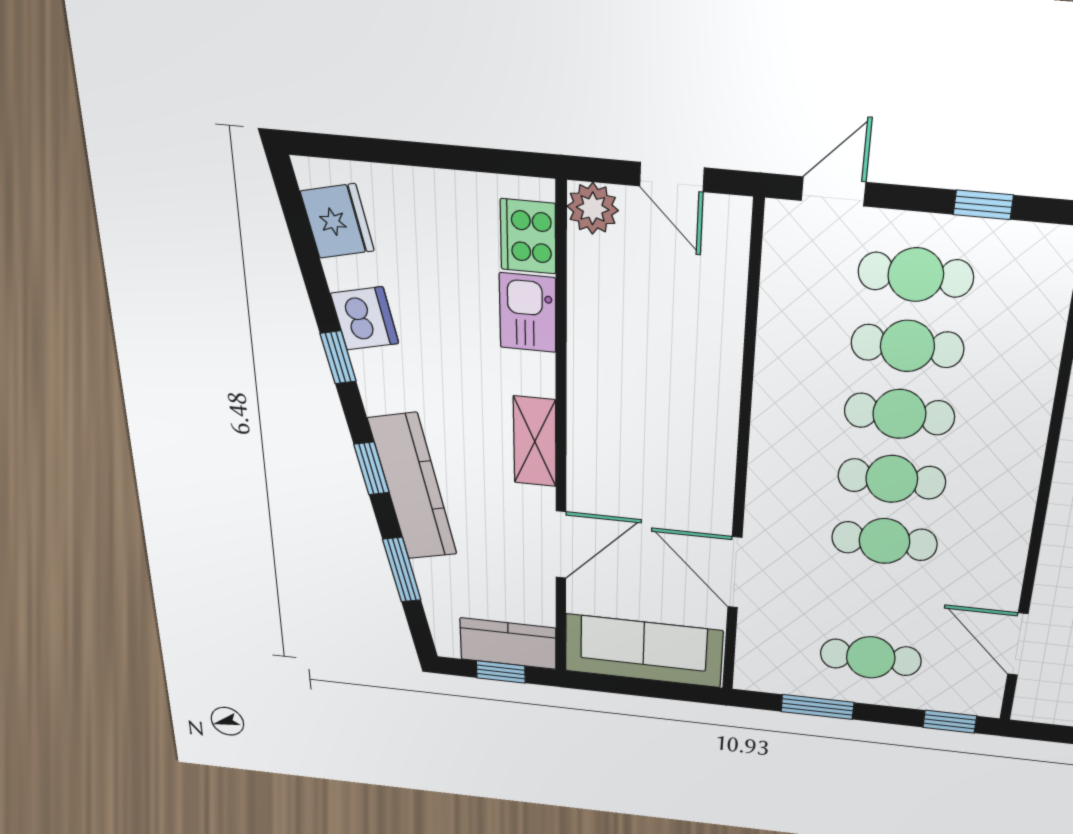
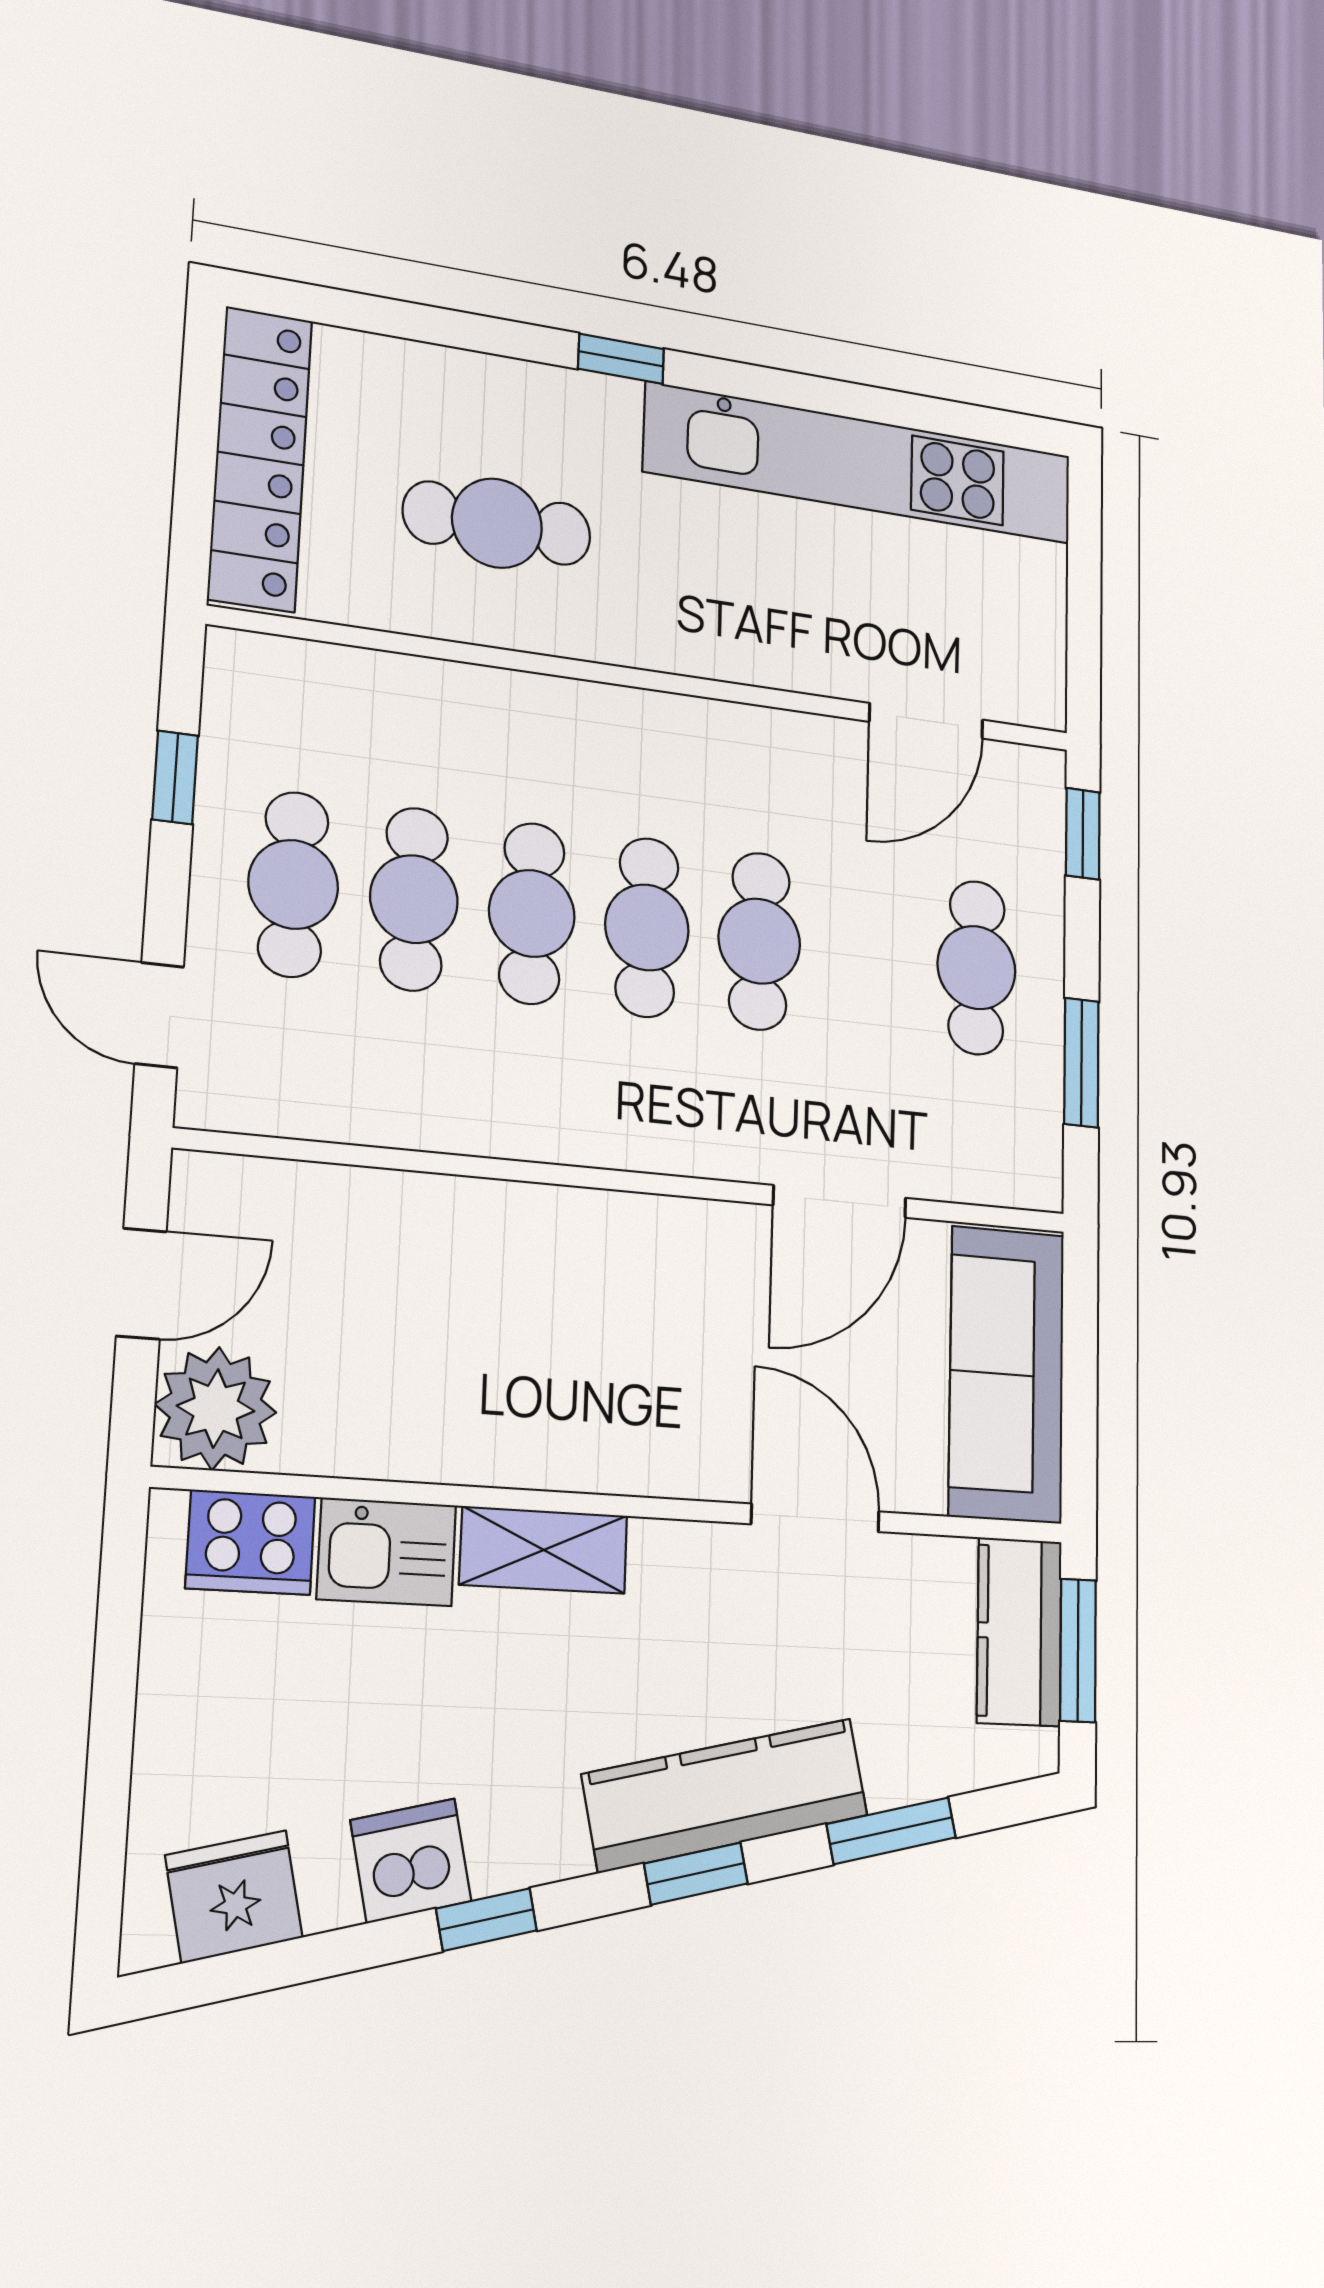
plant: (593, 208) -> (216, 1408), width x1.36, depth x1.36
shelving: (535, 442) -> (544, 1550), moved
window: (501, 672) -> (1078, 1650), width x1.50

